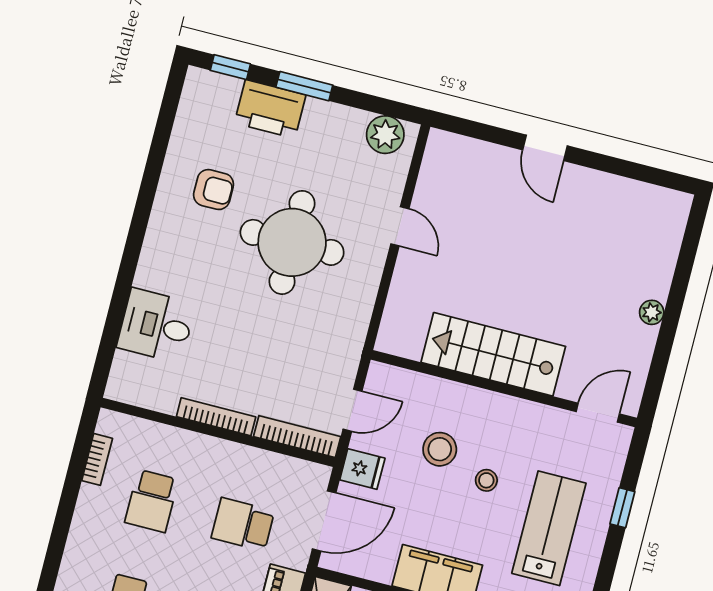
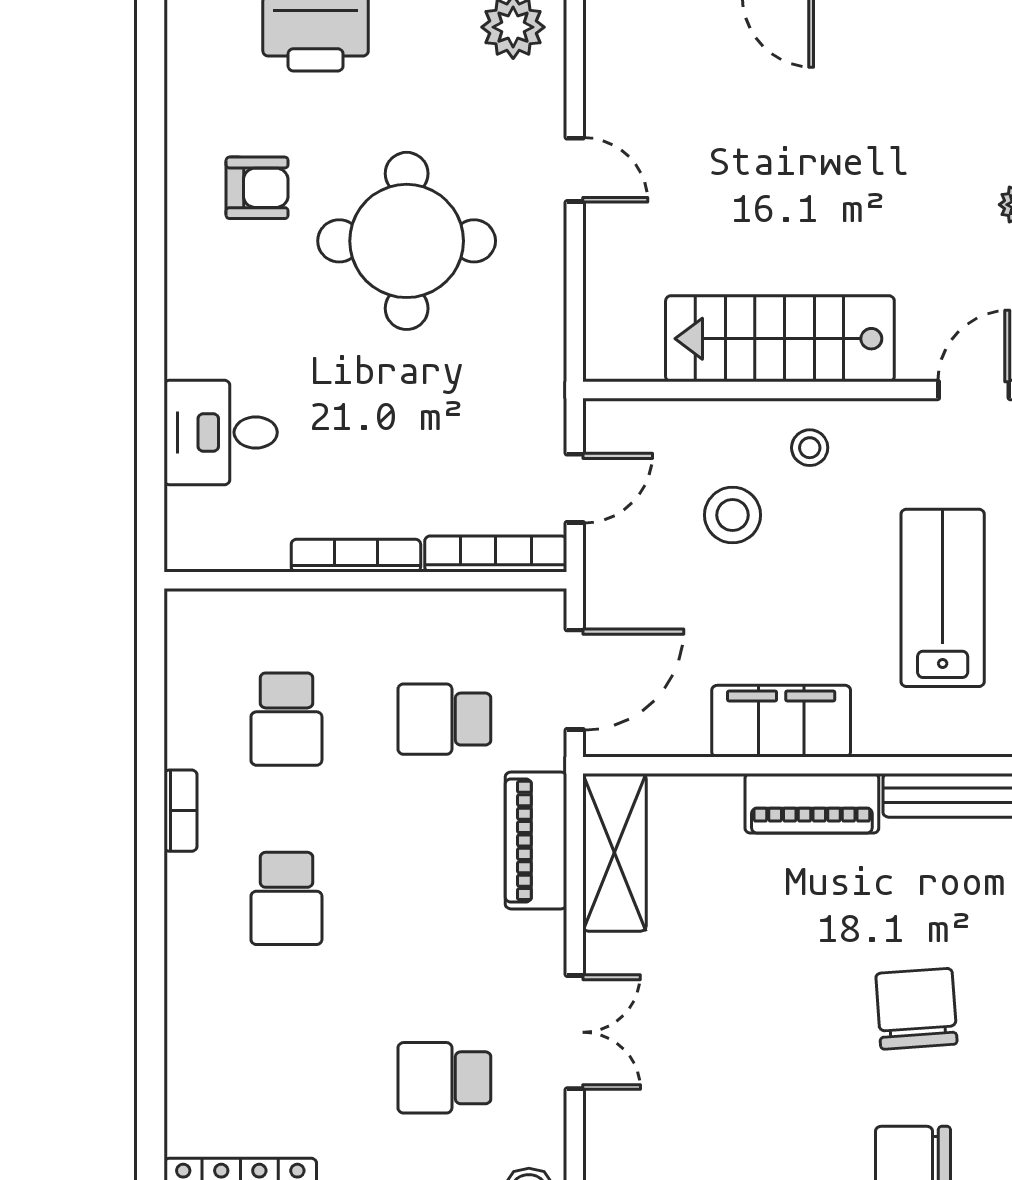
bookcase: (97, 459) -> (181, 811), moved
fridge: (362, 469) -> (615, 580), removed
stool: (486, 480) -> (810, 448), moved

